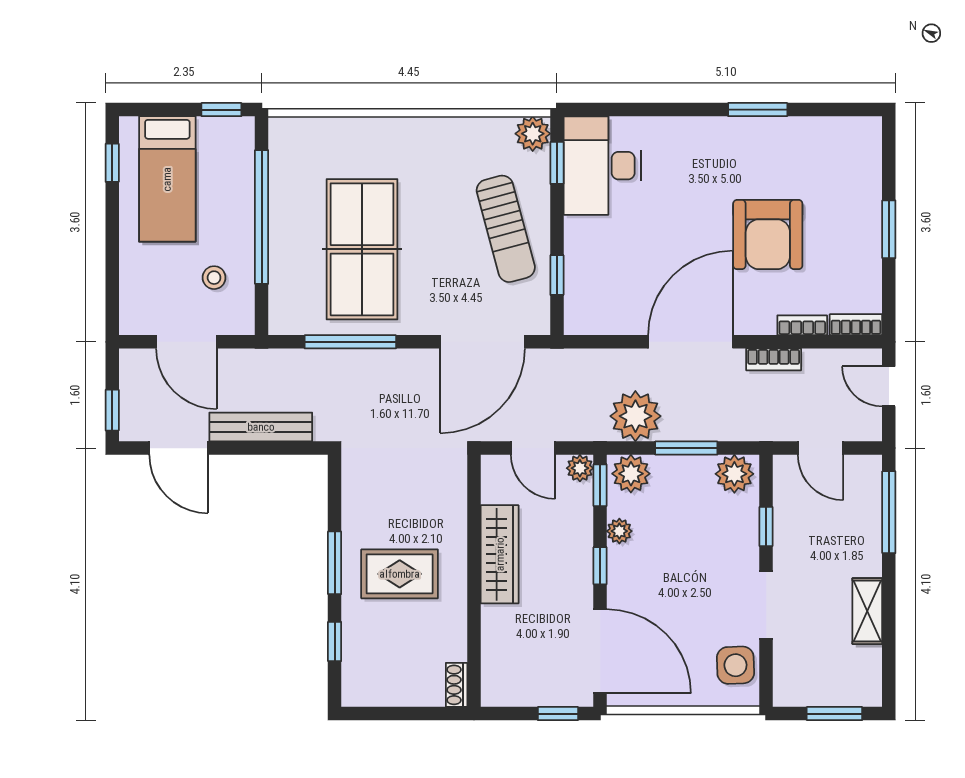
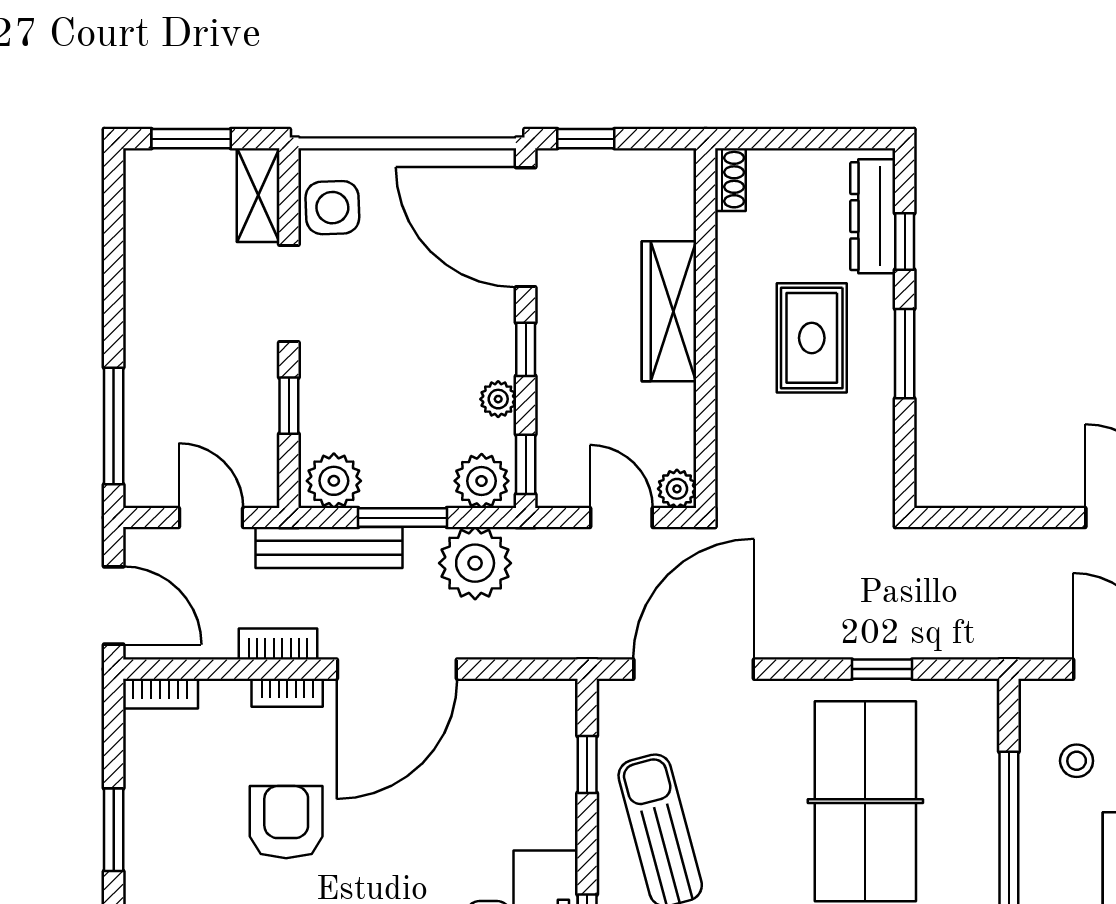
armchair: (768, 235) -> (286, 822), width x0.73, depth x0.73
bookcase: (802, 325) -> (287, 693), moved
window: (350, 342) -> (882, 669), width x0.46
door: (889, 386) -> (114, 605), width x1.38
bench: (261, 427) -> (329, 548), moved
plant: (580, 468) -> (677, 489), moved
wardrobe: (500, 554) -> (669, 311), moved
rug: (400, 574) -> (812, 338), turned 90
shelving: (867, 611) -> (258, 195), moved
dresser: (357, 659) -> (873, 216), added

